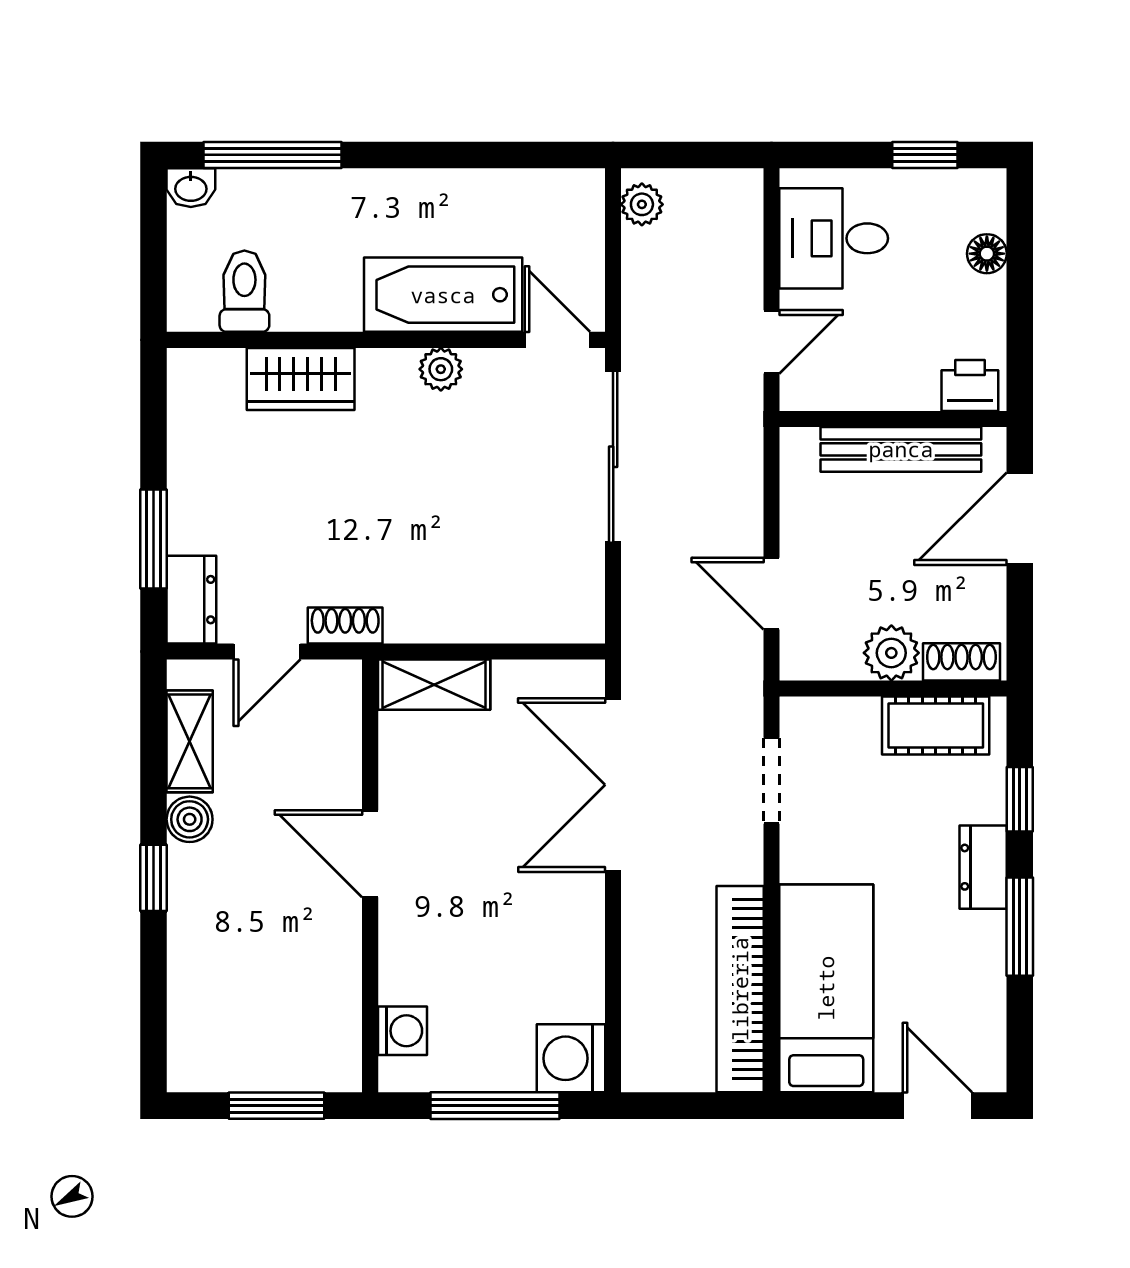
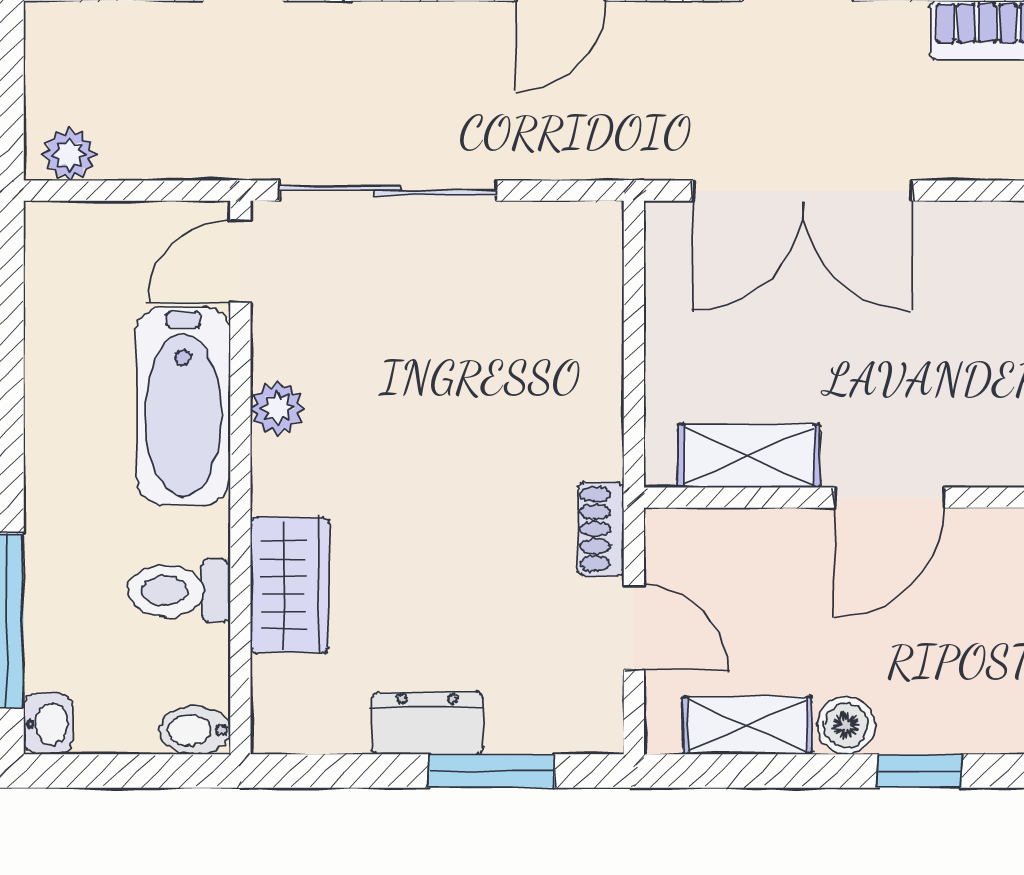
toilet: (244, 291) -> (179, 591), moved
bidet: (186, 304) -> (195, 730), added
dresser: (191, 600) -> (428, 723), moved
shelving: (434, 685) -> (749, 456), moved, turned 90

